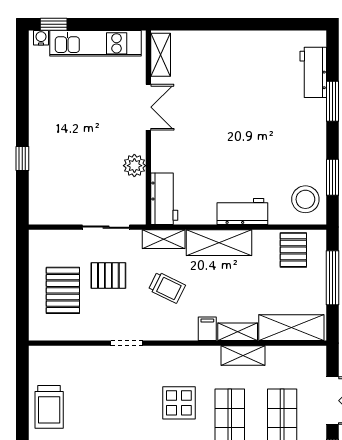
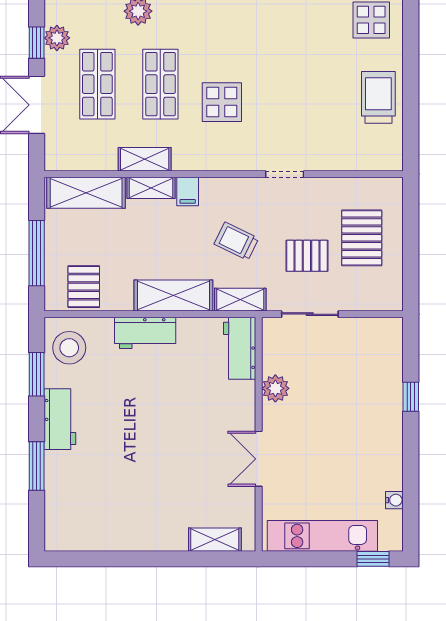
water cooler: (41, 38) -> (394, 500), moved, turned -90
shelving: (161, 55) -> (215, 540), moved, turned 90
workbench: (313, 72) -> (60, 419), moved

